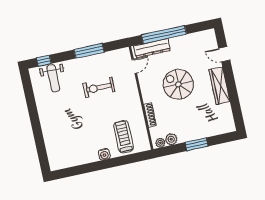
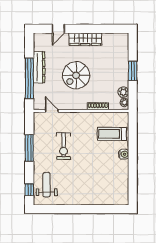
dresser: (152, 48) -> (39, 67), moved
weight bench: (53, 78) -> (47, 185), turned -90

